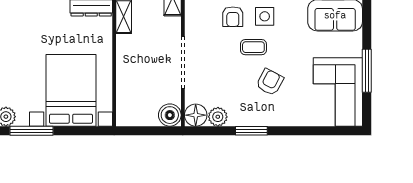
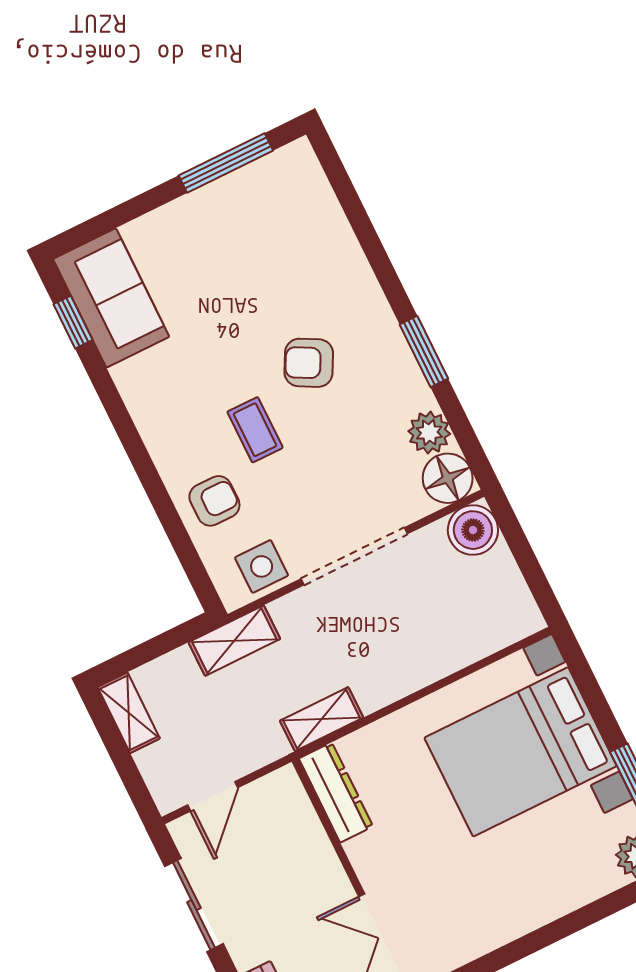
side table: (265, 16) -> (262, 566), moved
window: (367, 71) -> (226, 163), moved
corner sofa: (338, 92) -> (262, 217), removed

